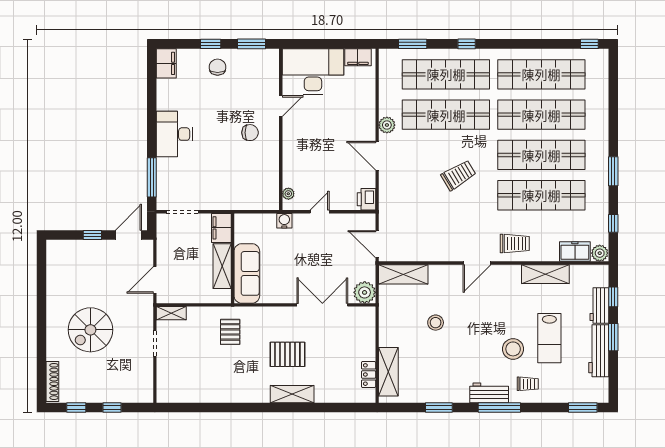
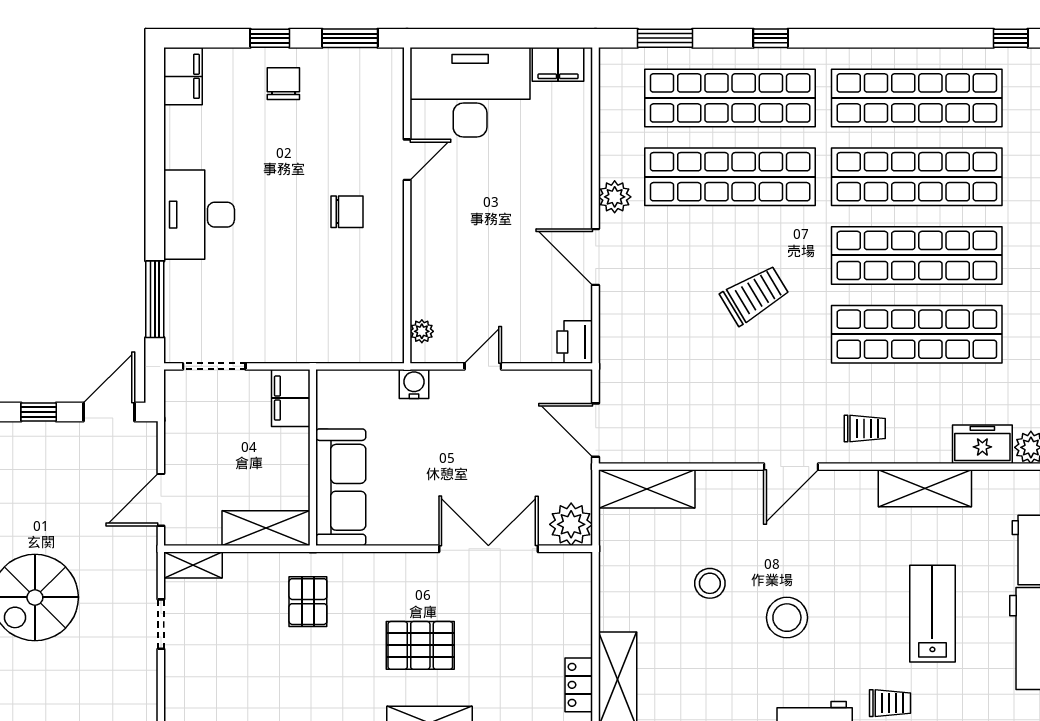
trolley: (515, 243) -> (865, 428), width x0.73, depth x0.72
shelving: (222, 266) -> (266, 528), moved, turned 90
lab bench: (549, 338) -> (932, 614), turned 180
stool: (513, 349) -> (787, 618), moved

